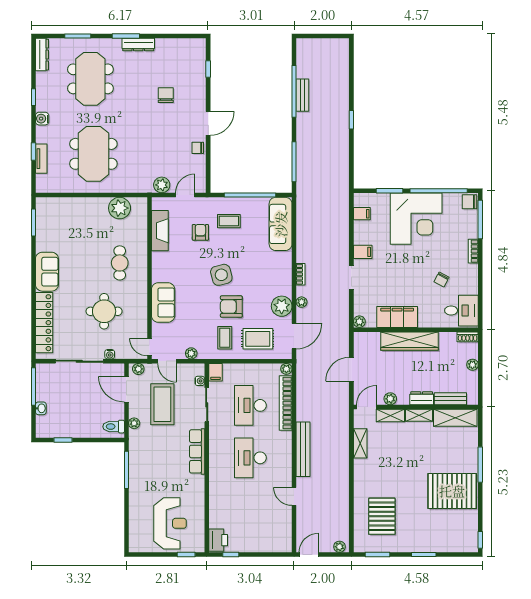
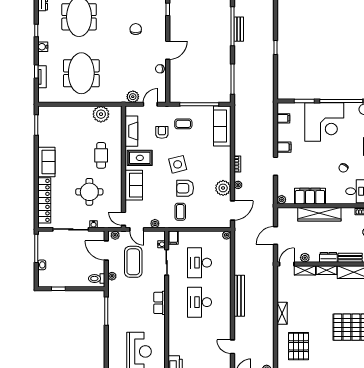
rug: (258, 339) -> (140, 158), moved
bookcase: (286, 403) -> (226, 261), removed
shelving: (360, 443) -> (282, 313), moved
row of seats: (197, 451) -> (159, 303), width x0.68
door: (294, 496) -> (232, 347), moved

